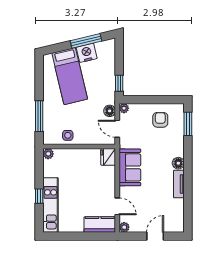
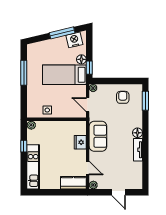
nightstand: (87, 53) -> (74, 40), moved
bed: (70, 76) -> (64, 75), moved, turned 103
floor lamp: (110, 111) -> (81, 59), moved
window: (39, 116) -> (24, 73), moved
fridge: (108, 157) -> (80, 142), moved
window: (39, 196) -> (24, 146), moved
door: (155, 236) -> (119, 192), swing flipped

